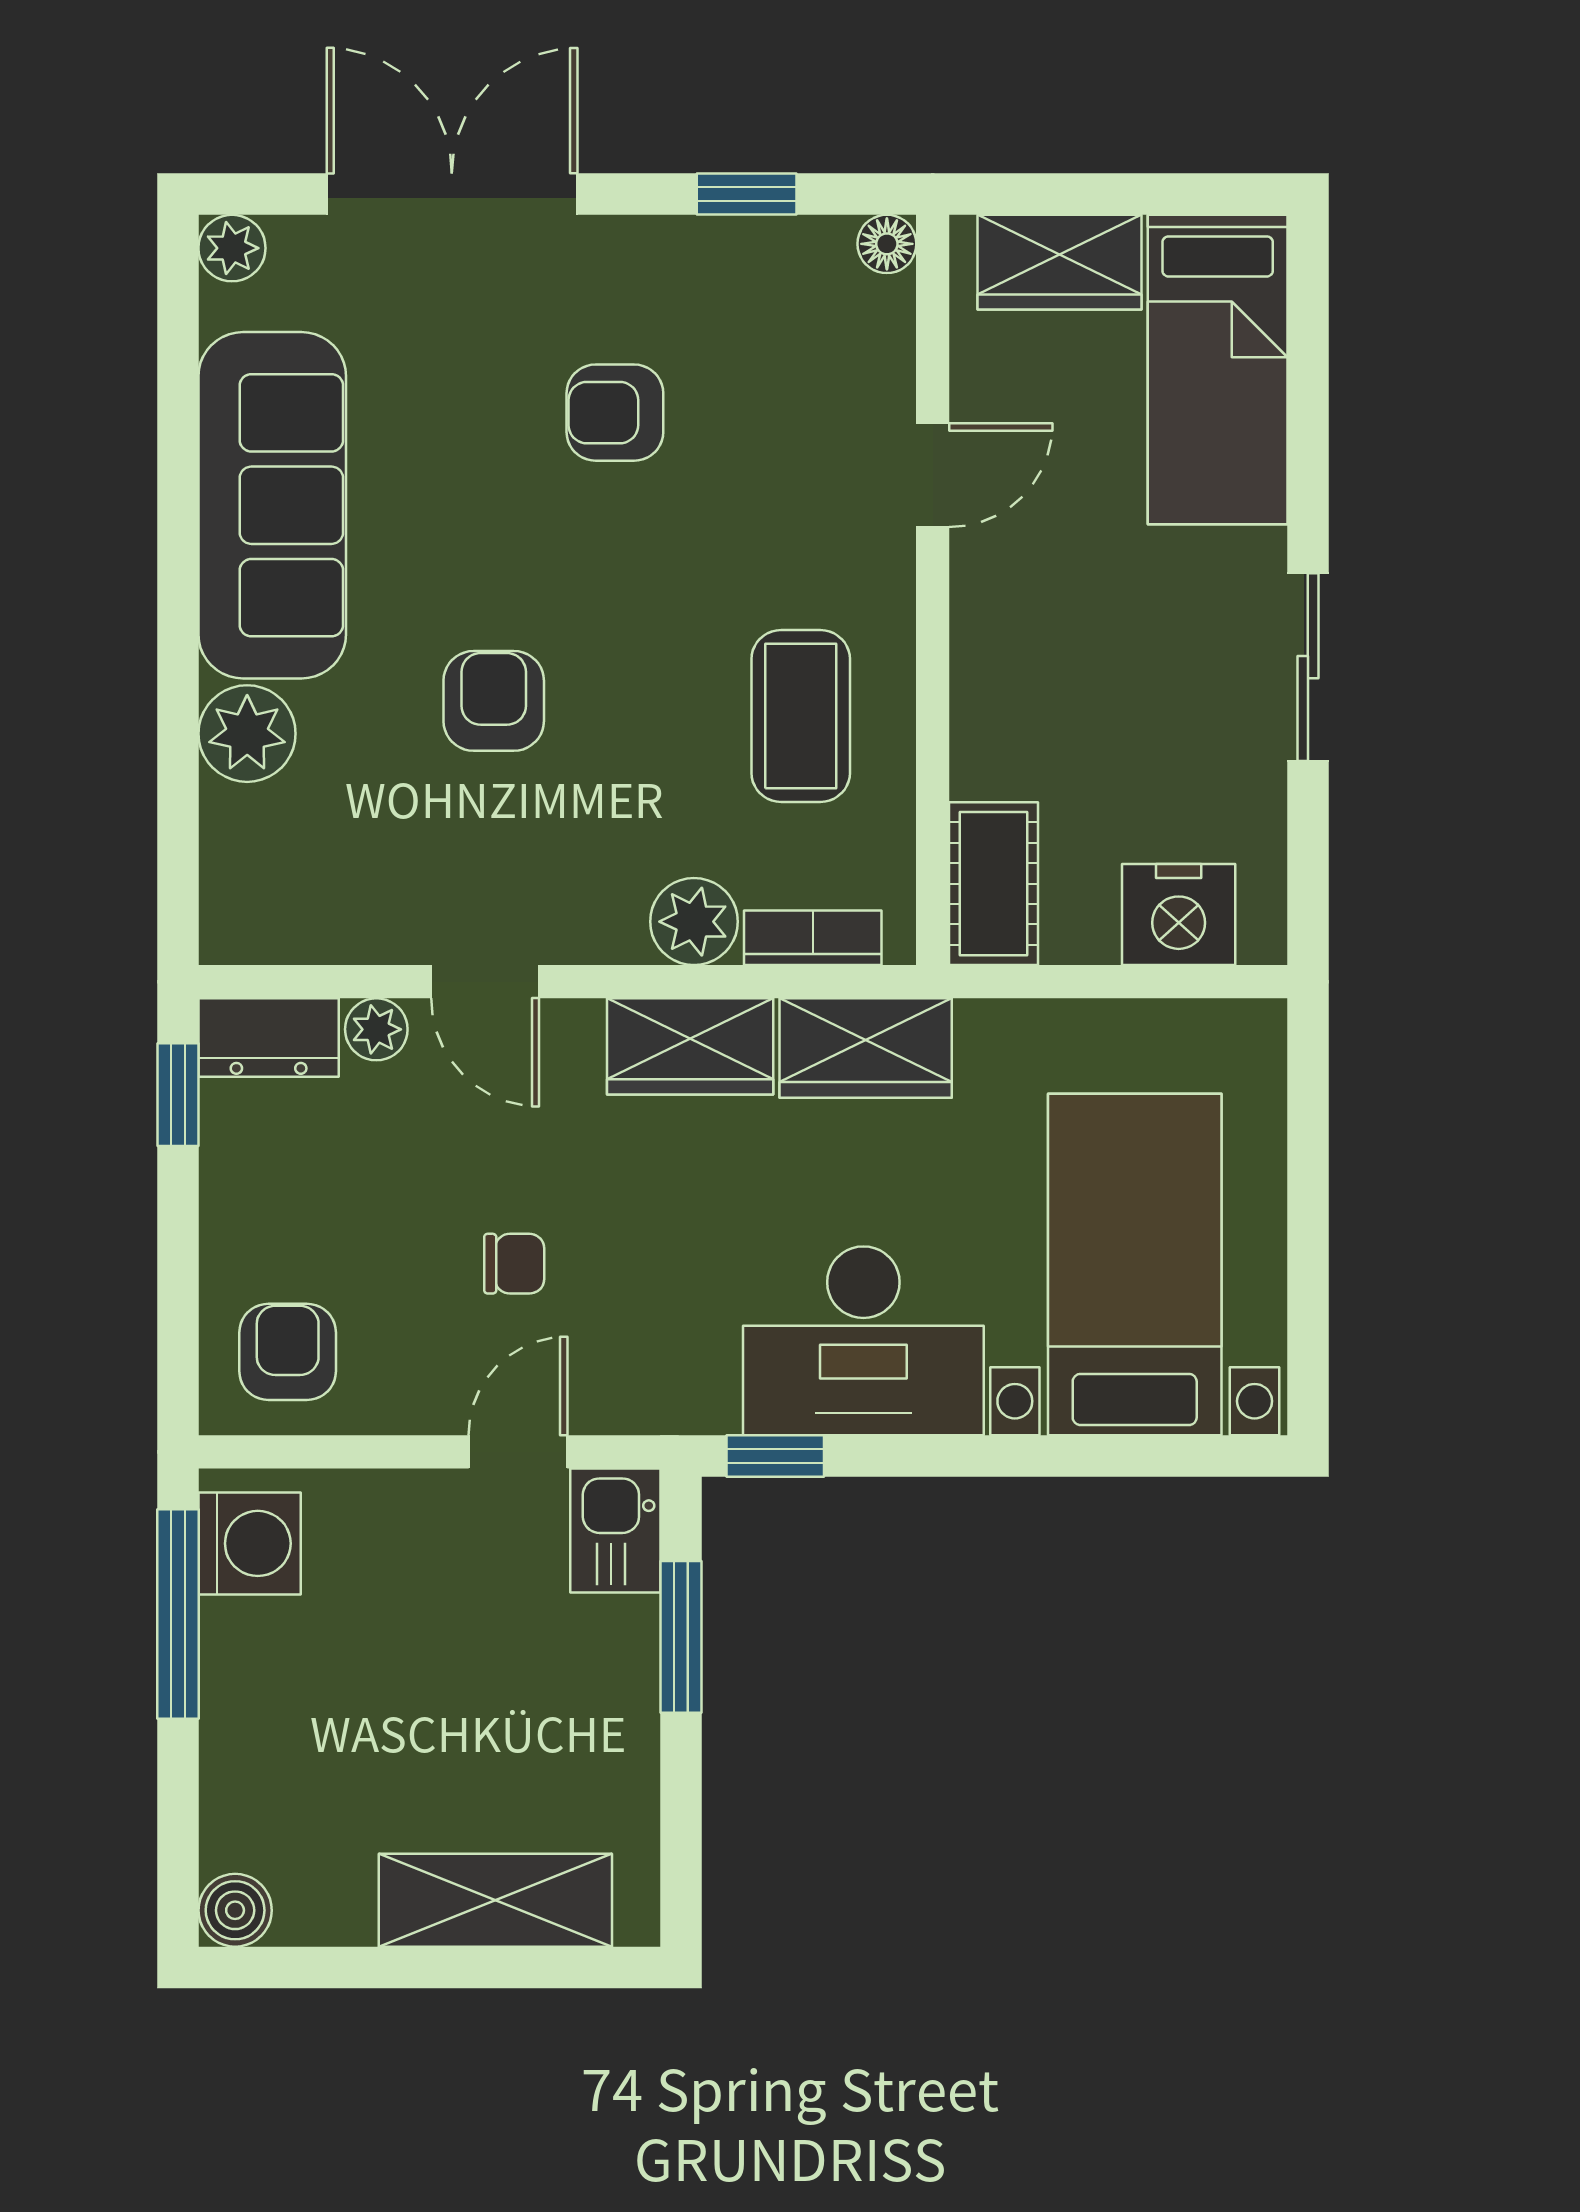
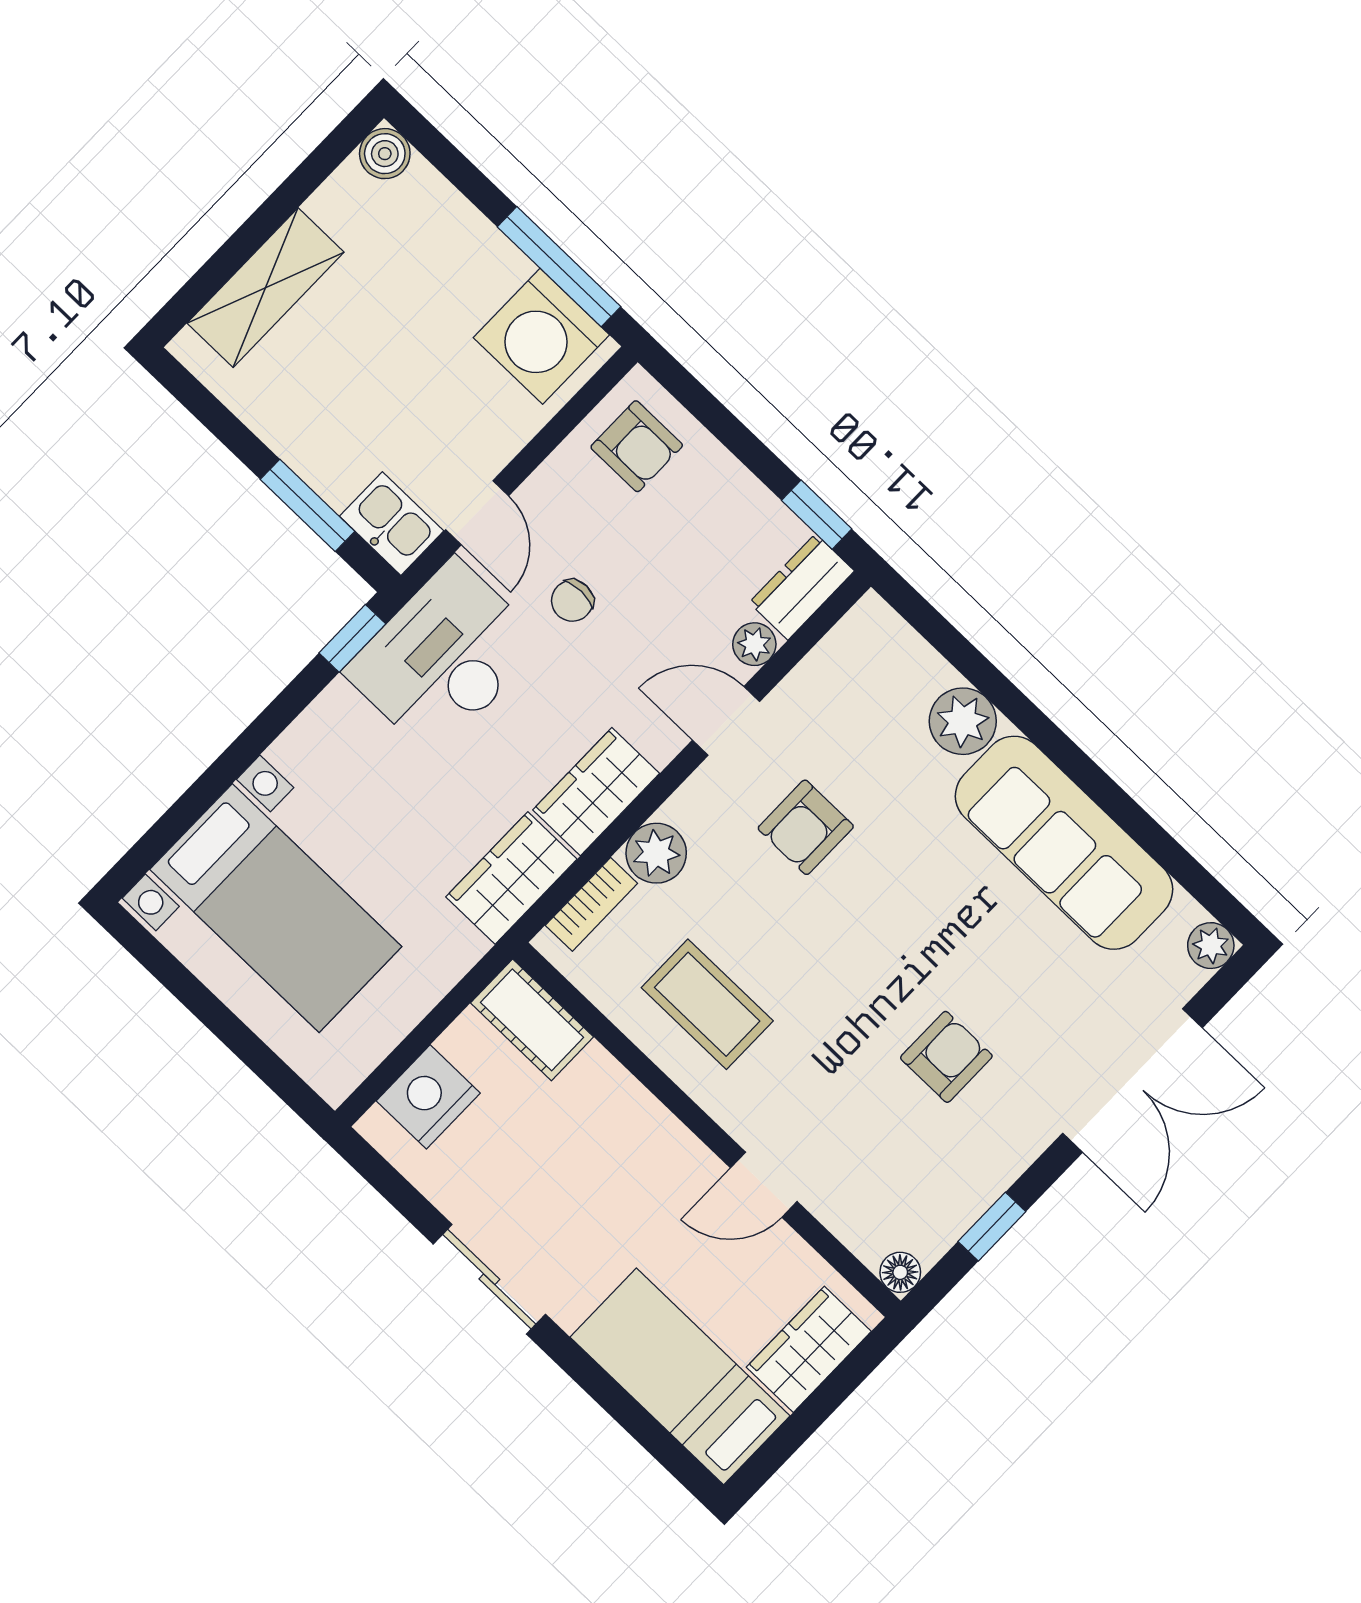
door: (933, 475) -> (764, 1185), hinge flipped
armchair: (494, 701) -> (806, 827), moved, turned 90
desk: (863, 1341) -> (444, 657), moved
washing machine: (250, 1543) -> (541, 336), width x1.37, depth x1.37

